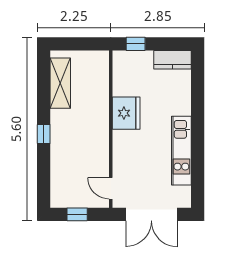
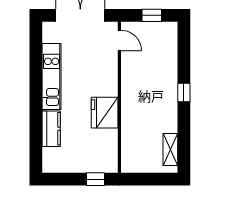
kitchen counter: (173, 60) -> (51, 129), moved, turned 90
shelving: (60, 83) -> (170, 149), width x0.67, depth x0.75

